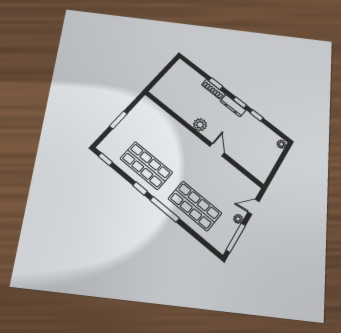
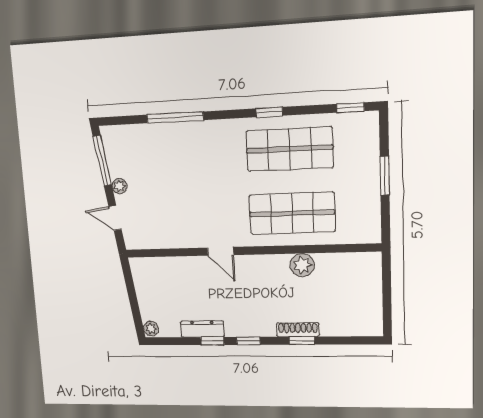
dresser: (233, 106) -> (202, 329), moved
plant: (200, 125) -> (302, 265), moved
shop shelf: (195, 206) -> (292, 213), moved
door: (254, 207) -> (115, 218), swing flipped
window: (165, 209) -> (175, 117), moved

